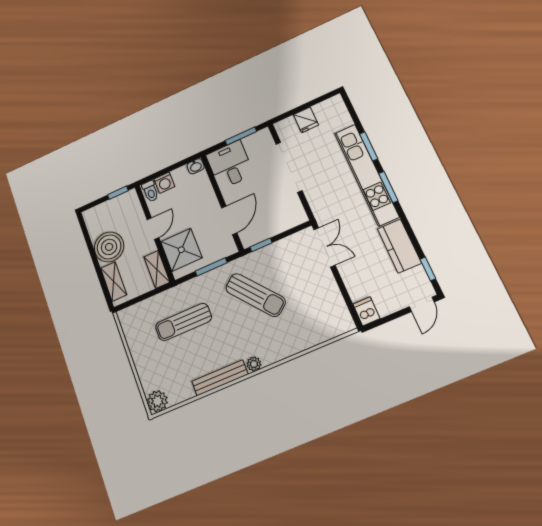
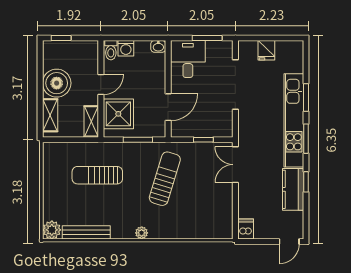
window: (118, 193) -> (61, 38), moved
window: (261, 245) -> (203, 140), moved
double door: (324, 247) -> (235, 165), swing flipped
window: (428, 269) -> (306, 182), moved
sun lounger: (255, 295) -> (165, 179), turned -124
bench: (220, 378) -> (86, 232), moved

